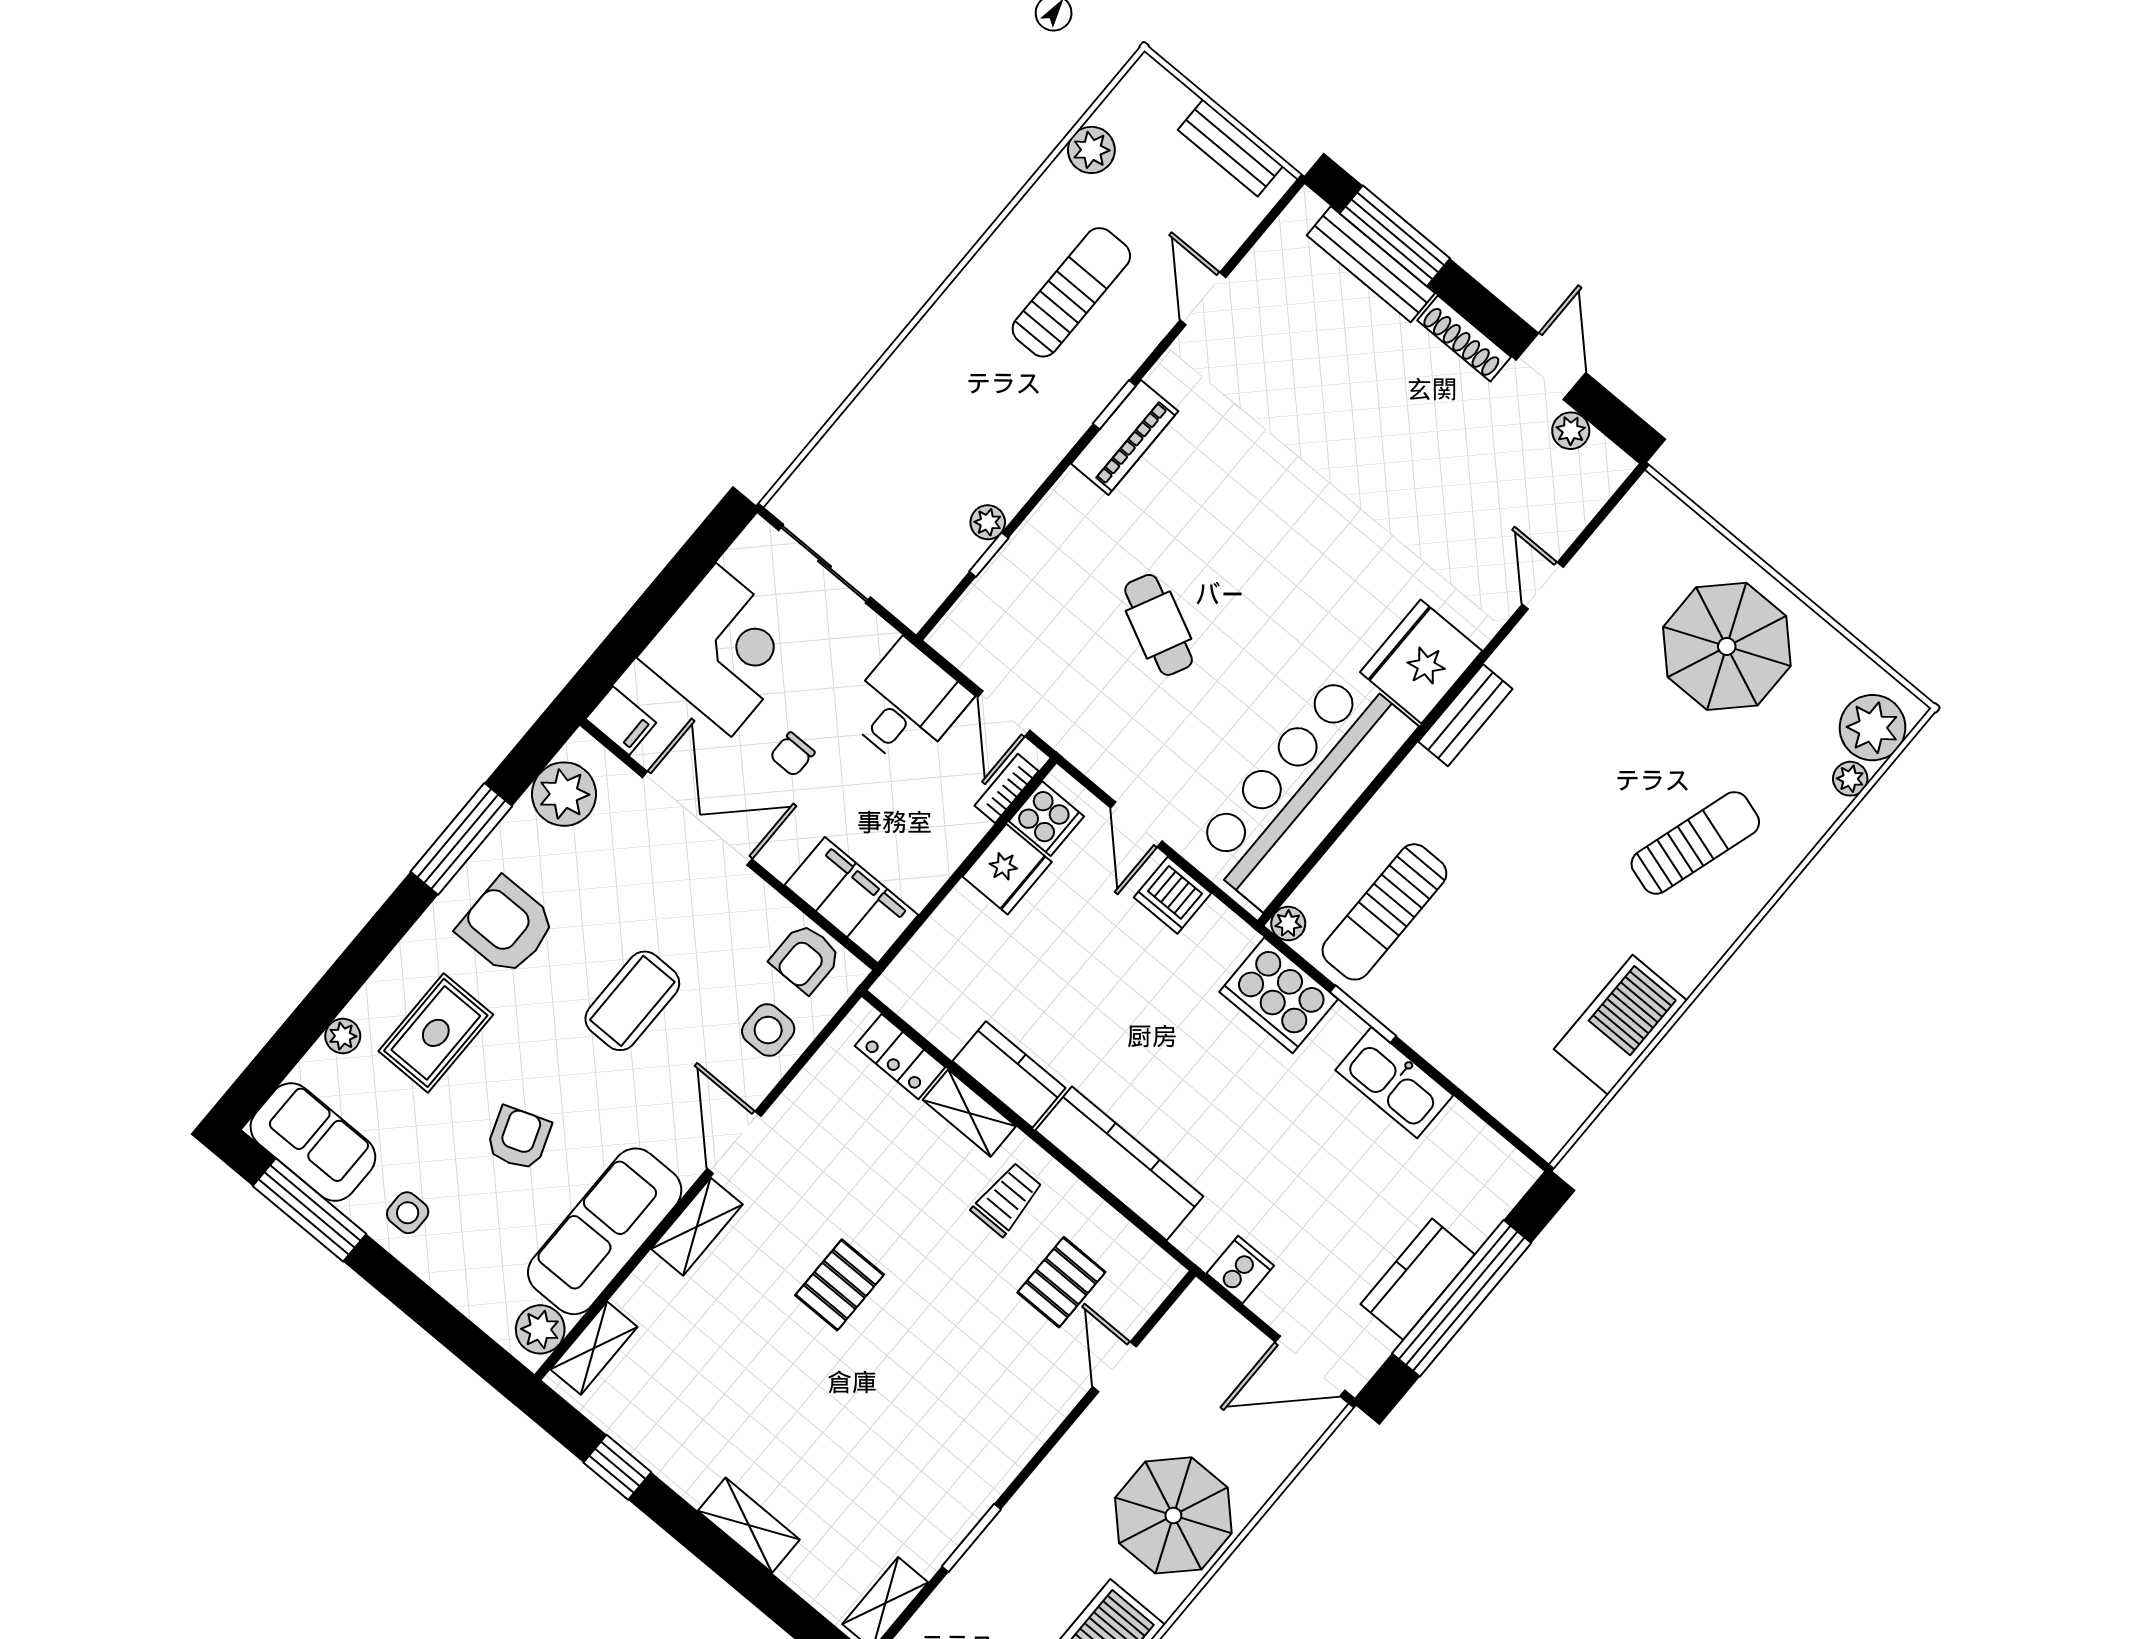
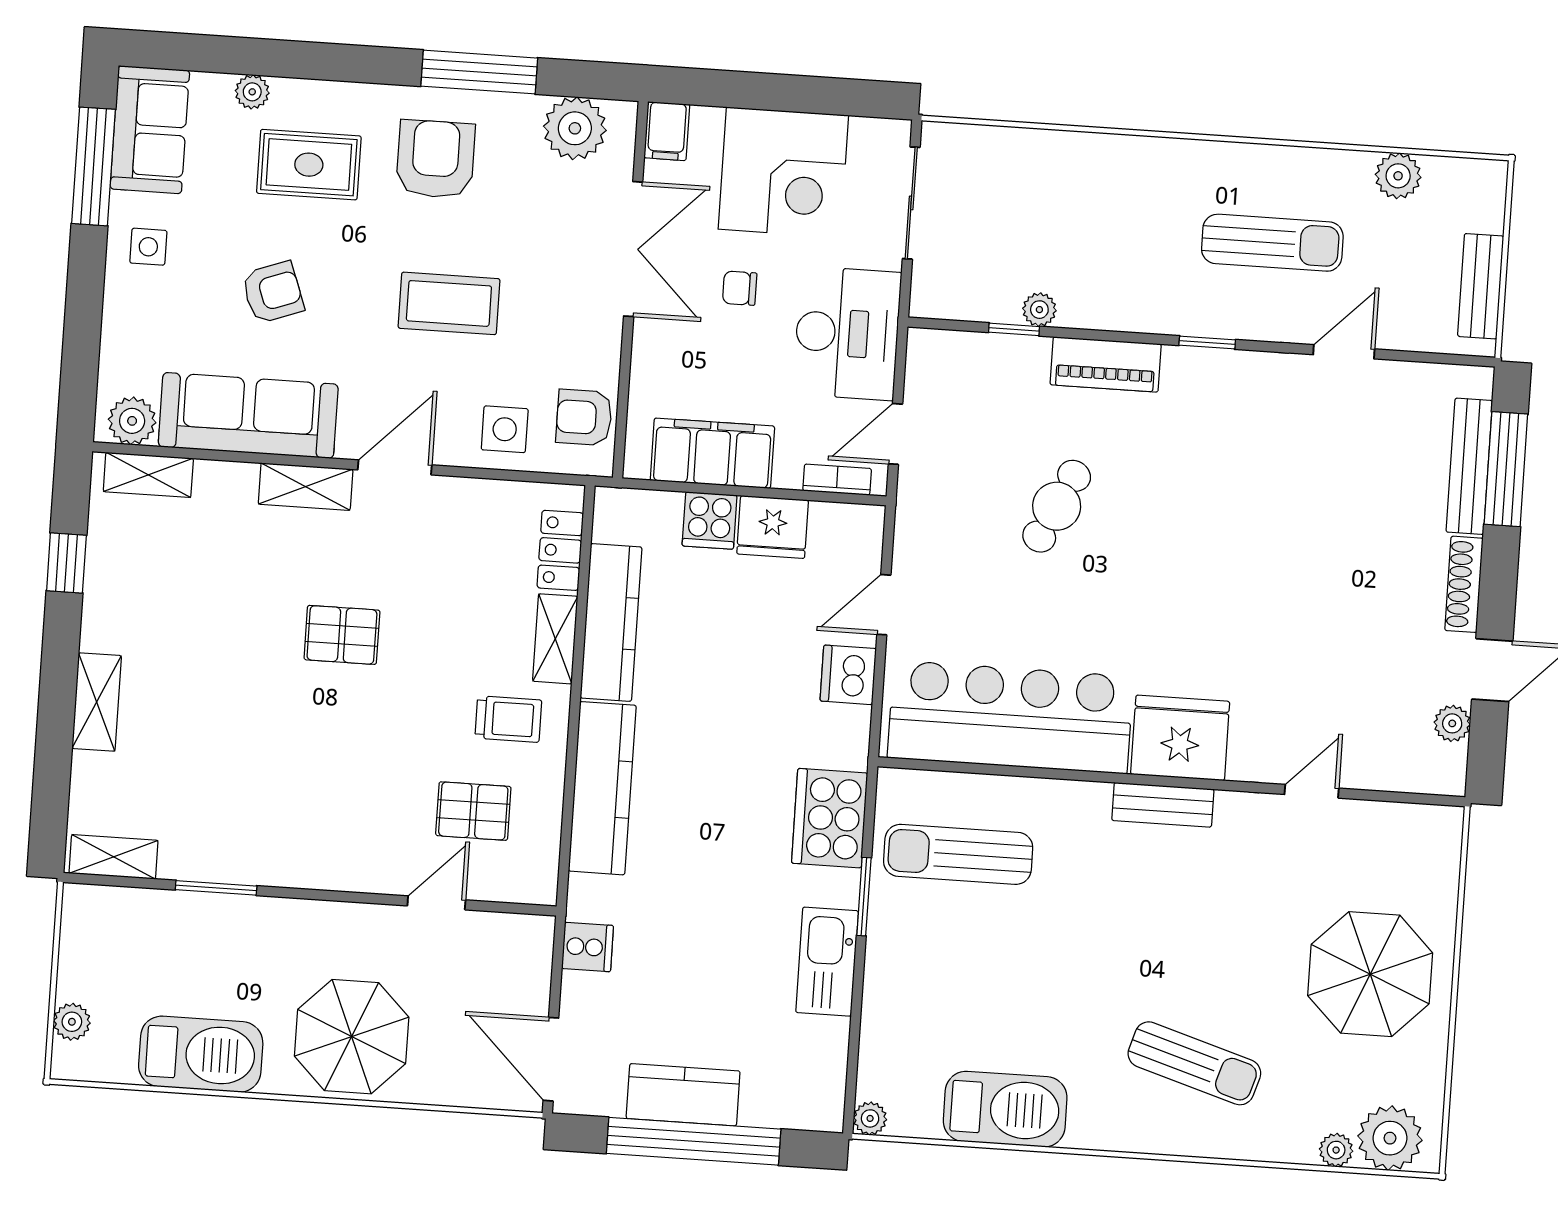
piano: (1125, 437) -> (1106, 364), moved
desk: (906, 705) -> (847, 333), width x1.37
cooker: (1046, 819) -> (710, 521), moved
filing cabinet: (851, 900) -> (712, 453), moved, turned -90
plant: (1288, 923) -> (870, 1118), moved
kitchen counter: (1009, 1075) -> (611, 622), width x1.50

